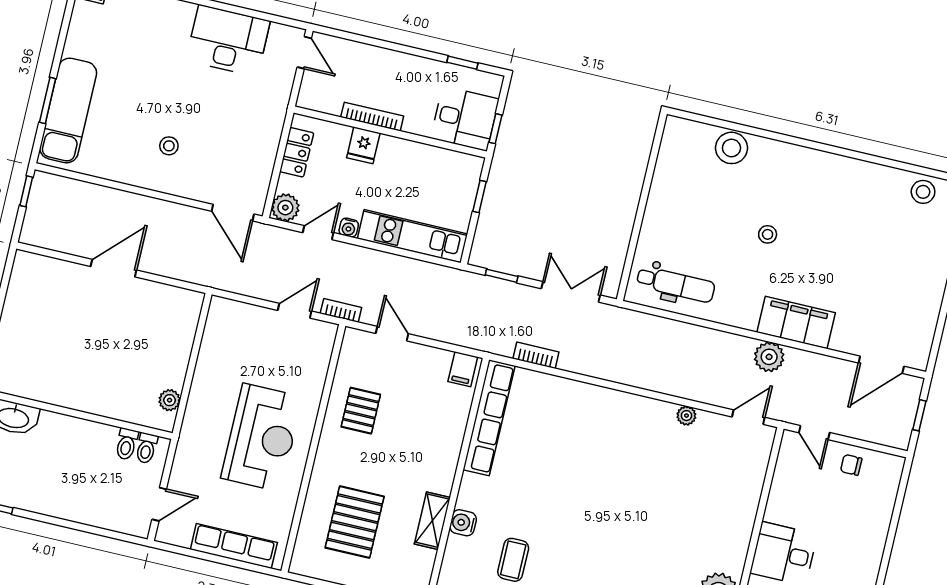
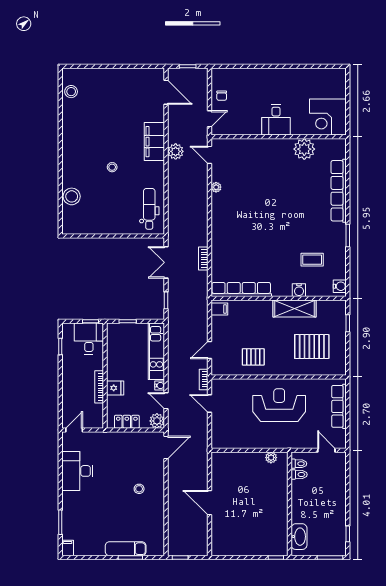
exam couch: (68, 110) -> (126, 549), width x0.73, depth x0.69
bookcase: (536, 355) -> (203, 259), moved
shelving: (432, 521) -> (294, 309), width x1.50, depth x1.33

